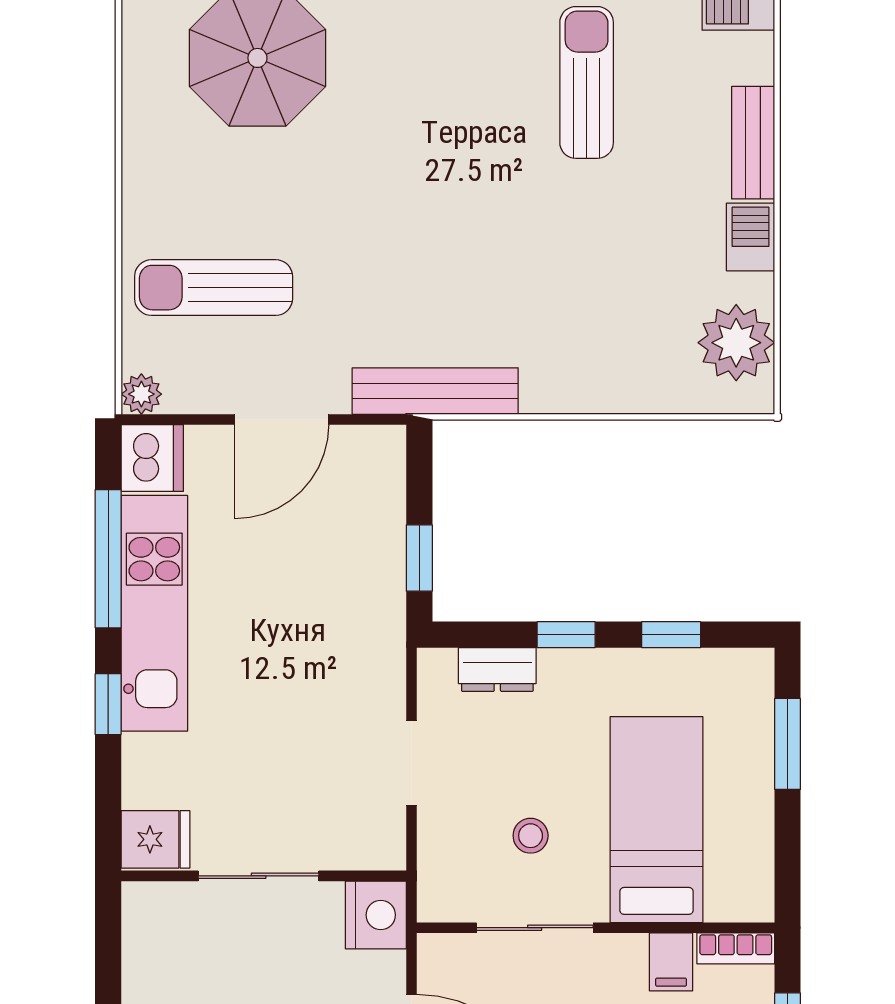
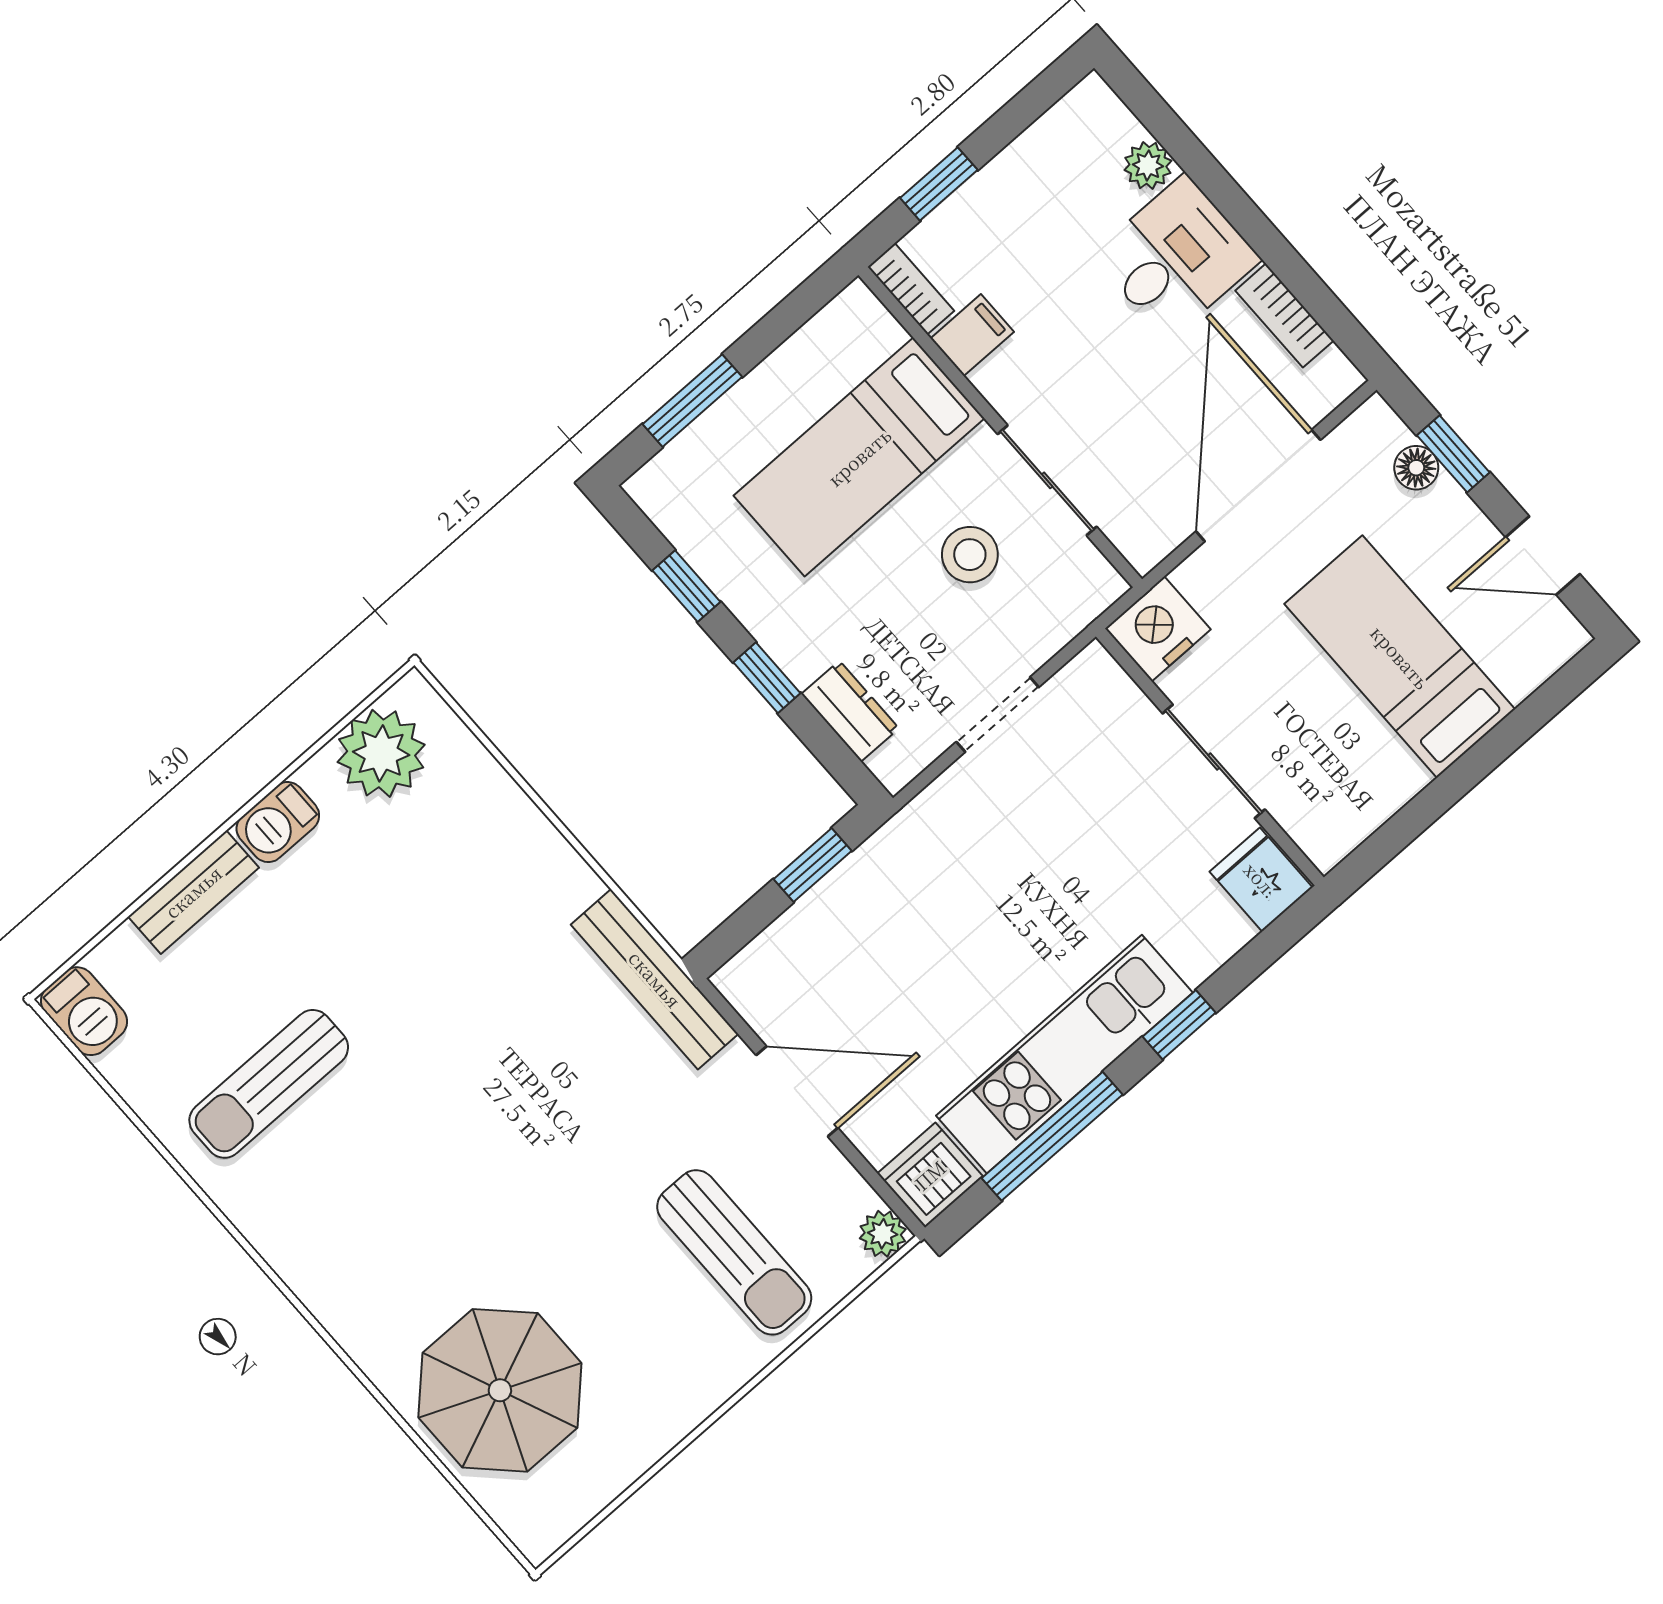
stool: (531, 836) -> (970, 555), width x1.37, depth x1.37

